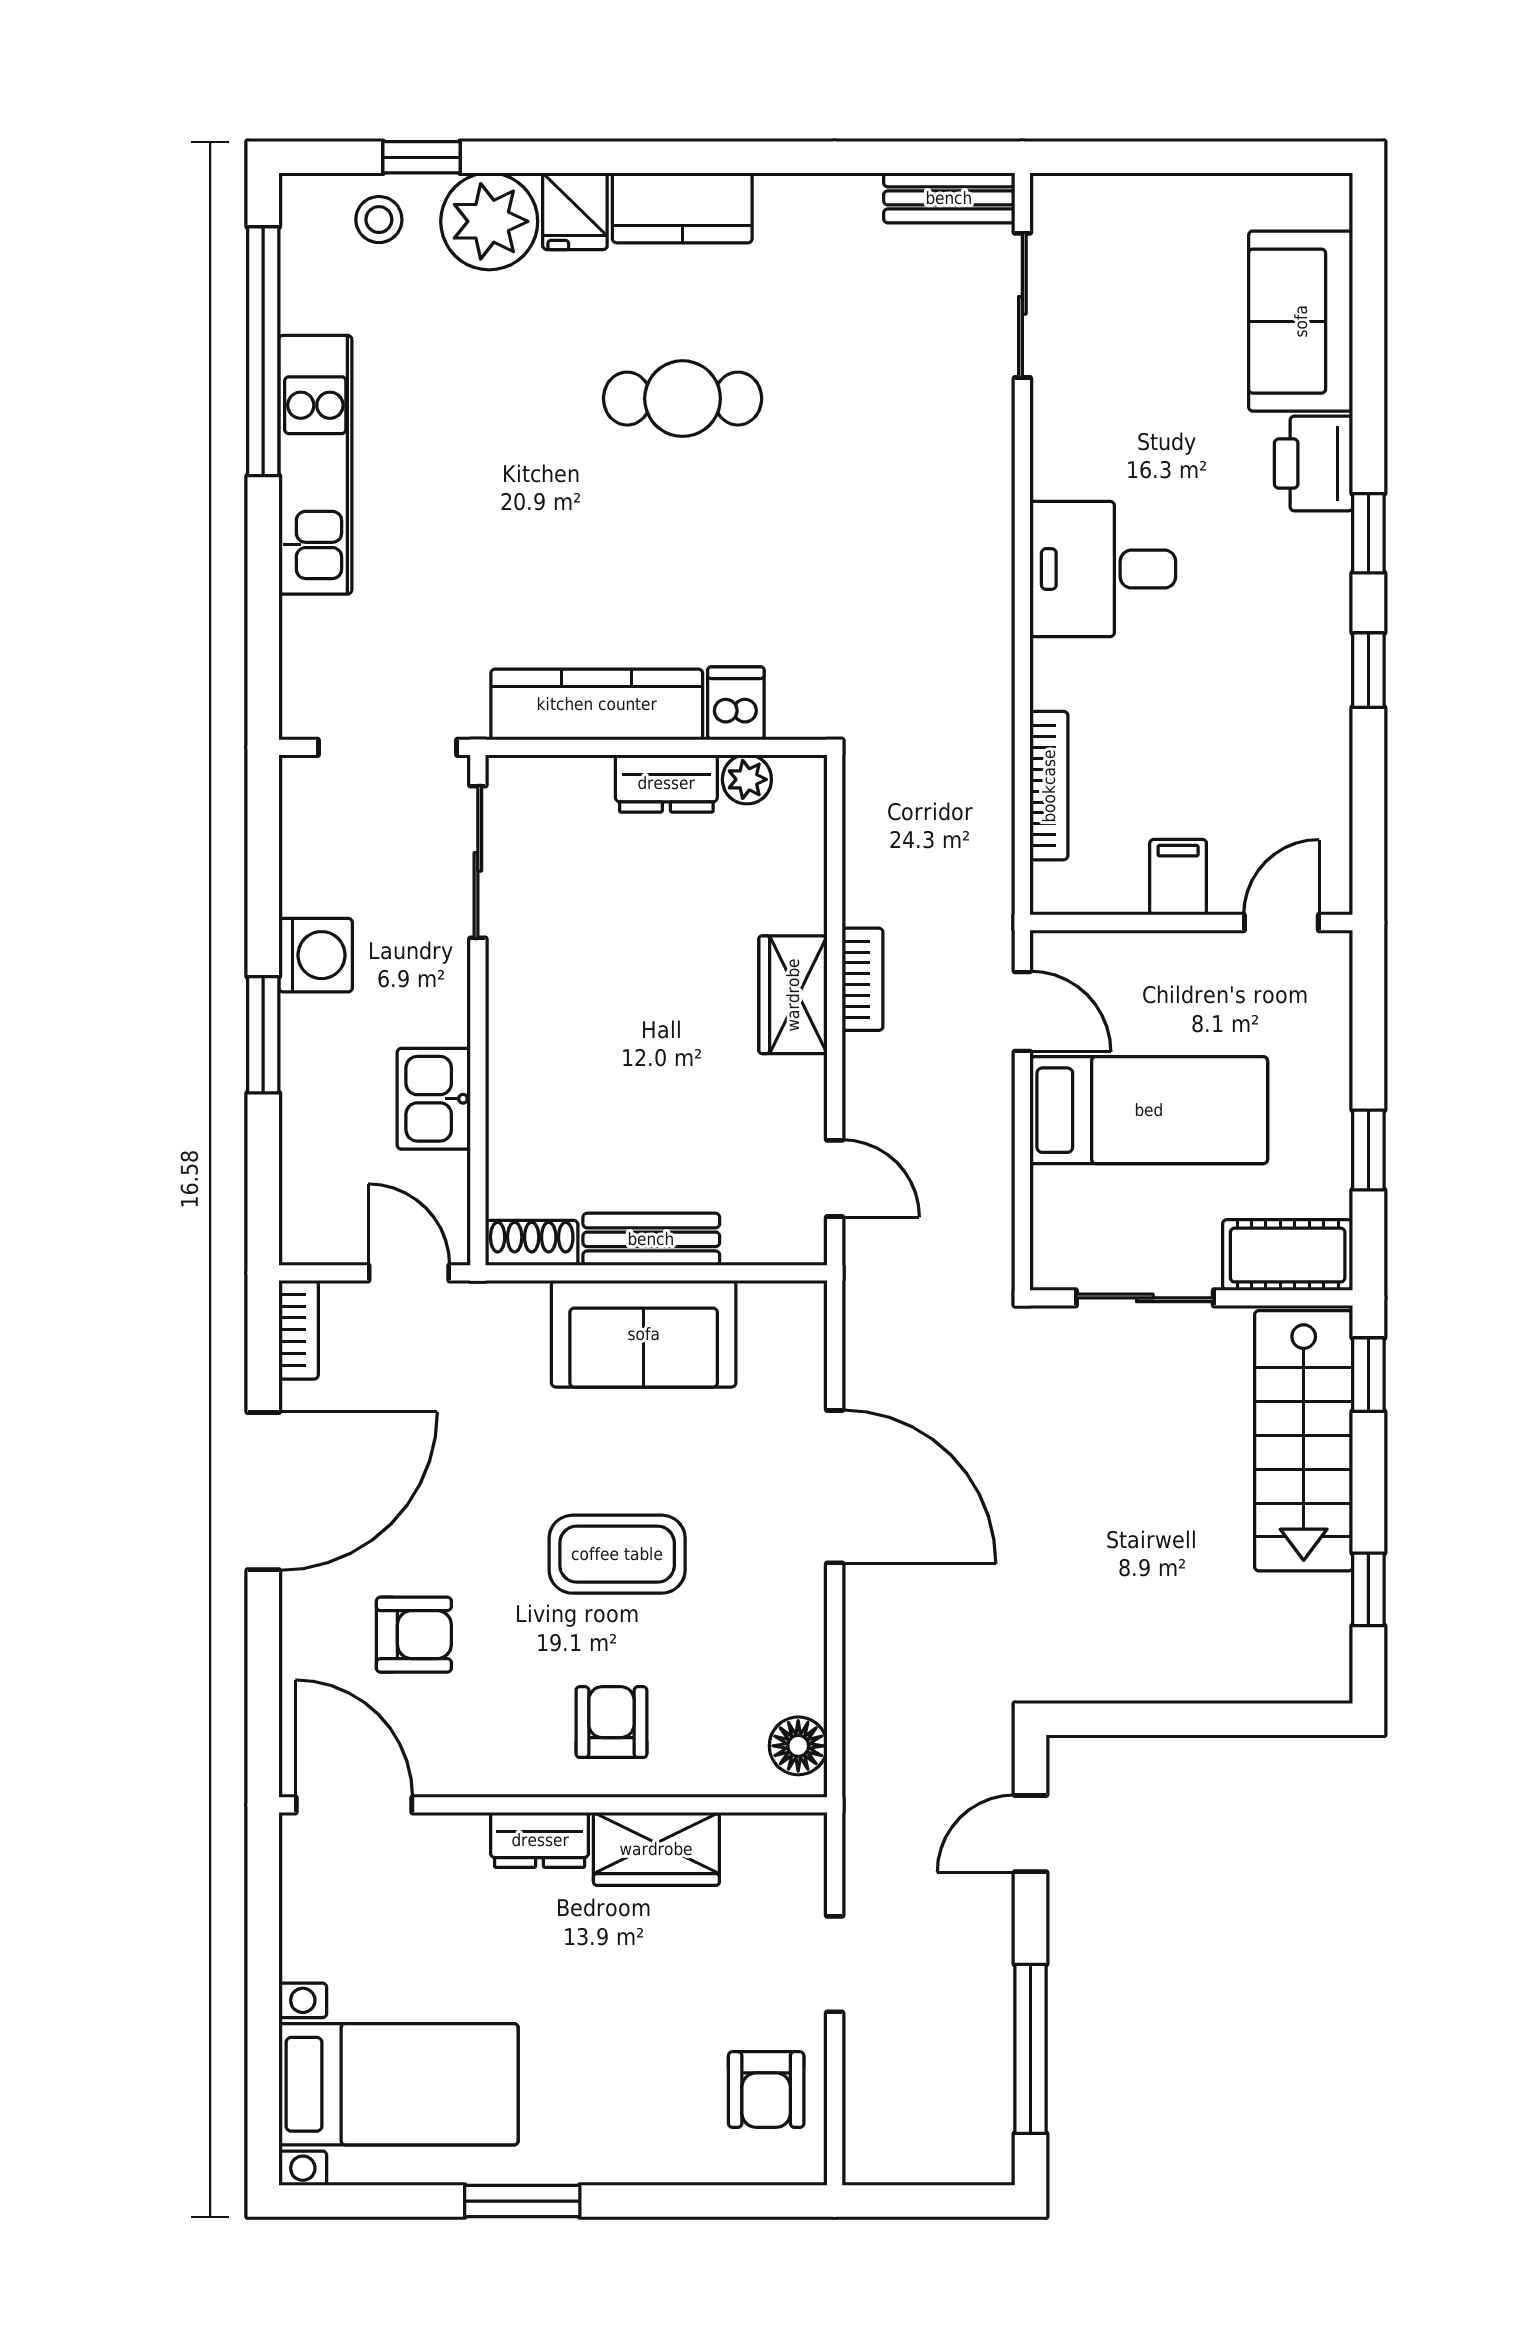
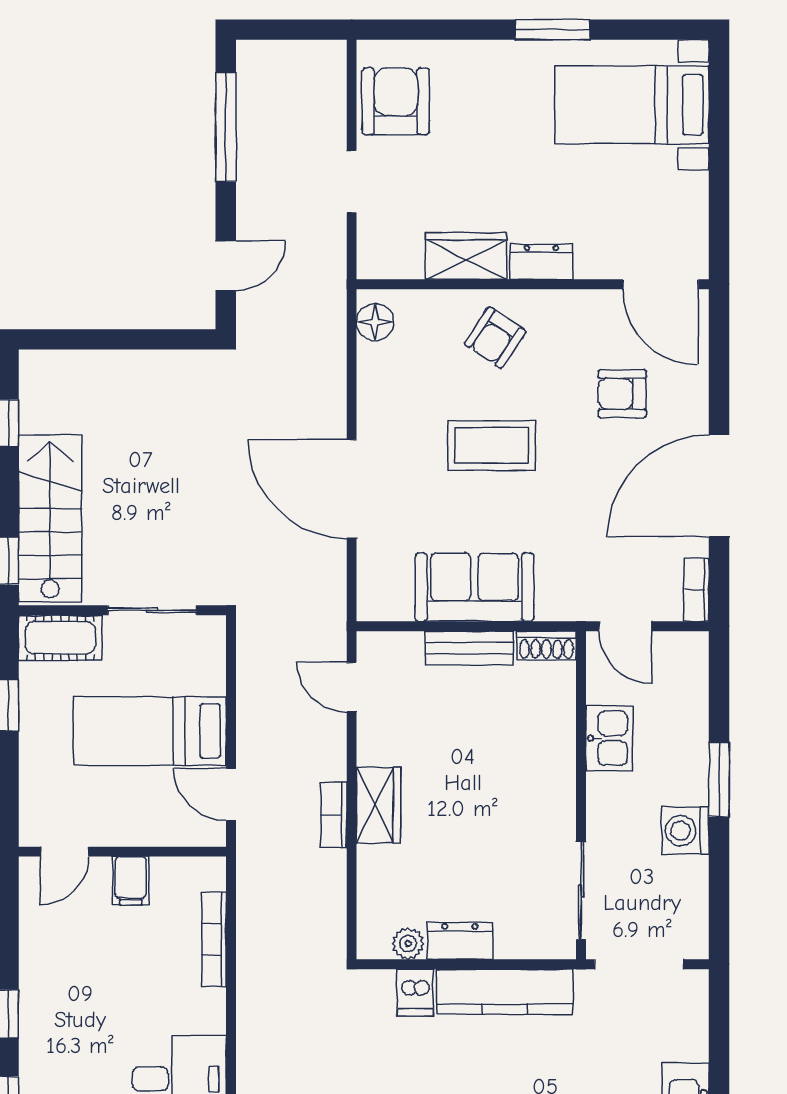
armchair: (611, 1722) -> (495, 338), turned 34
armchair: (766, 2090) -> (396, 101), width x1.38, depth x1.38

